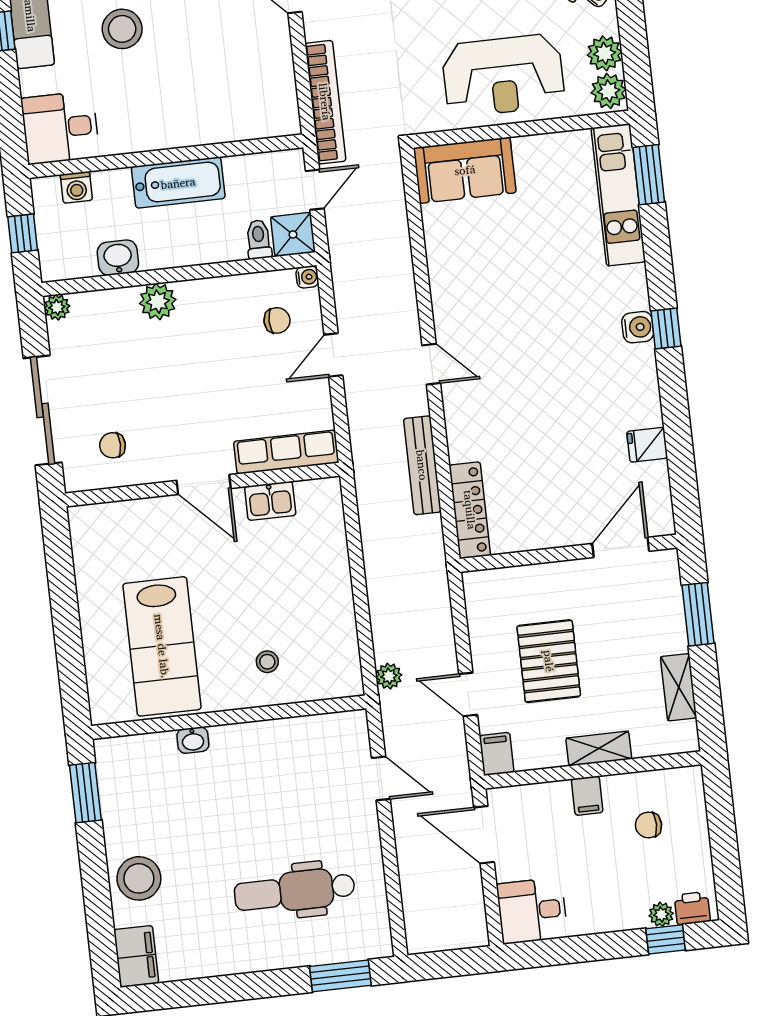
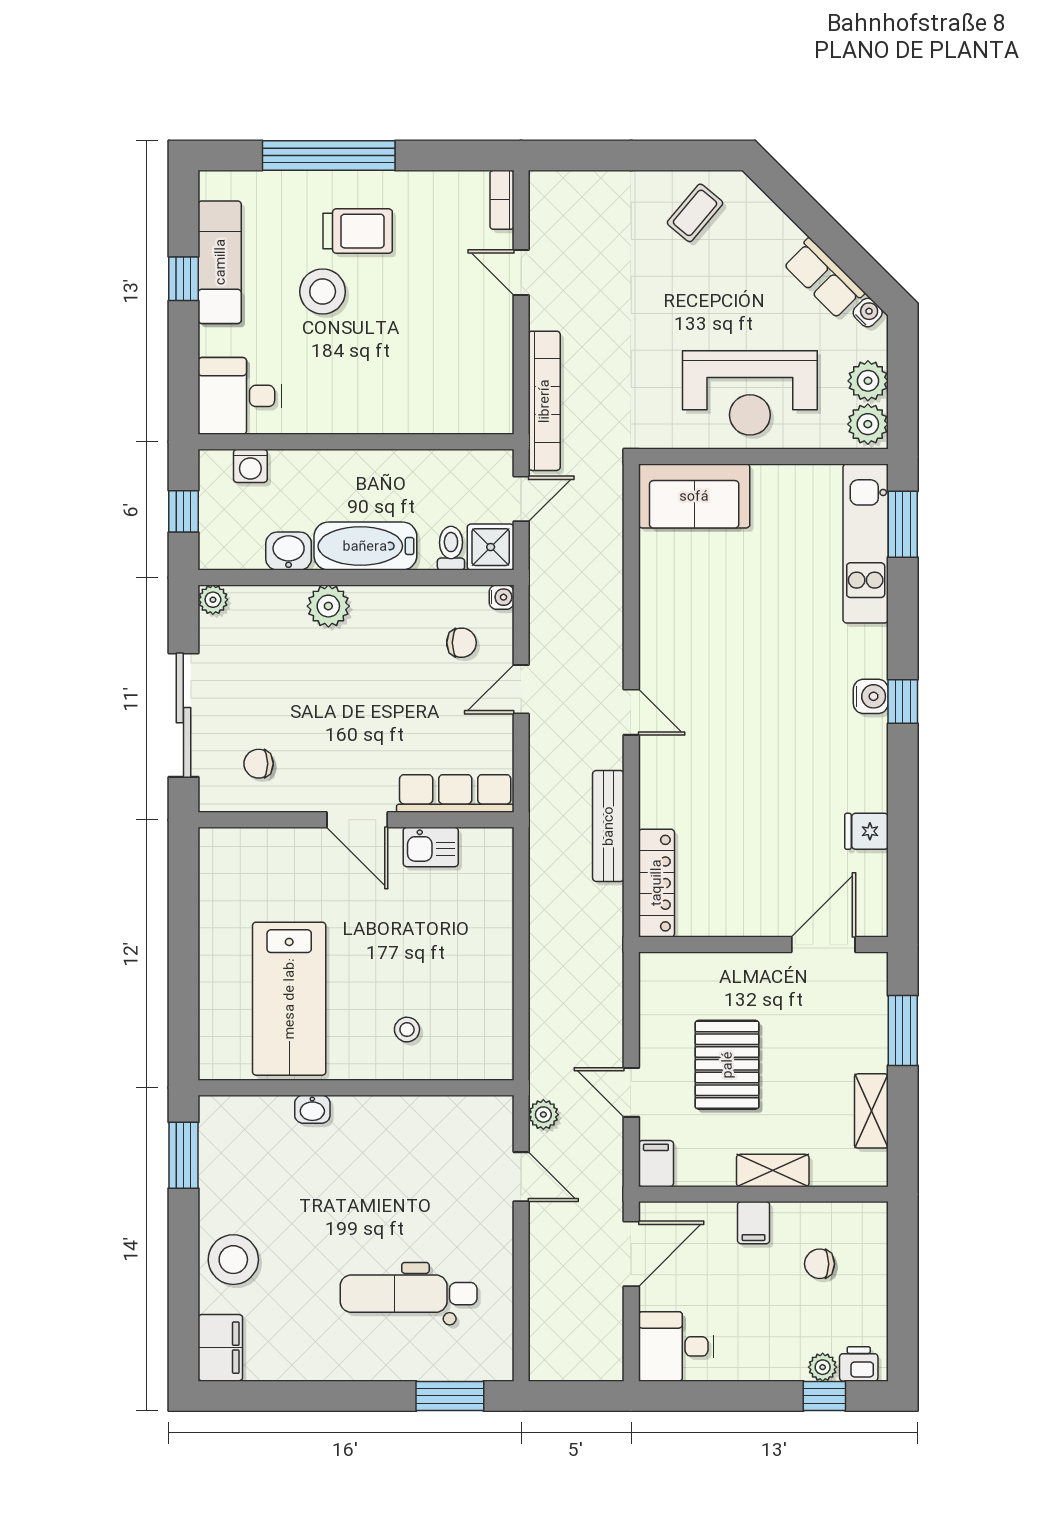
bathtub: (178, 183) -> (365, 546), moved, turned 180
plant: (389, 676) -> (543, 1115), moved
door: (484, 835) -> (631, 1254), swing flipped

